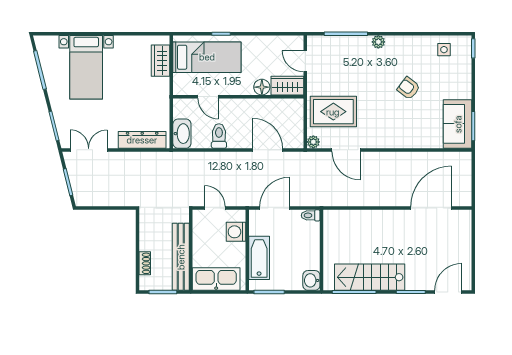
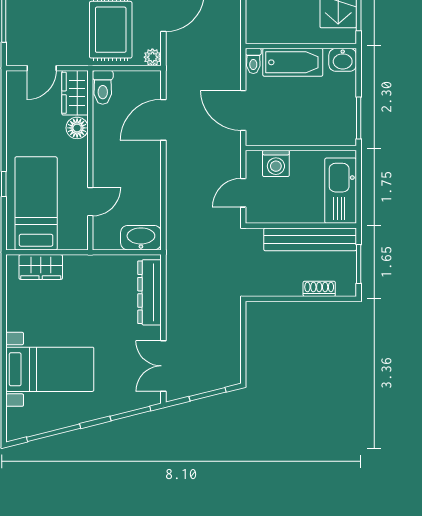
toilet: (219, 136) -> (103, 87), moved, turned -90
bathtub: (259, 258) -> (293, 62), moved, turned 180

